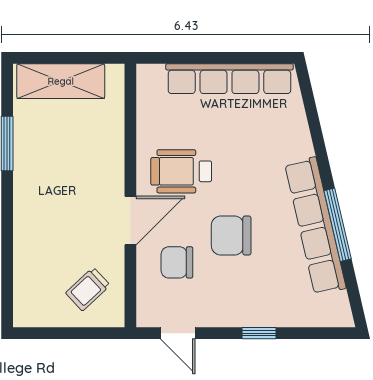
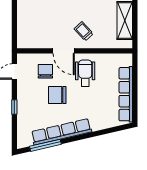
window: (338, 225) -> (45, 145), moved
chair: (231, 236) -> (57, 95), turned -90
trolley: (88, 289) -> (84, 31), moved

